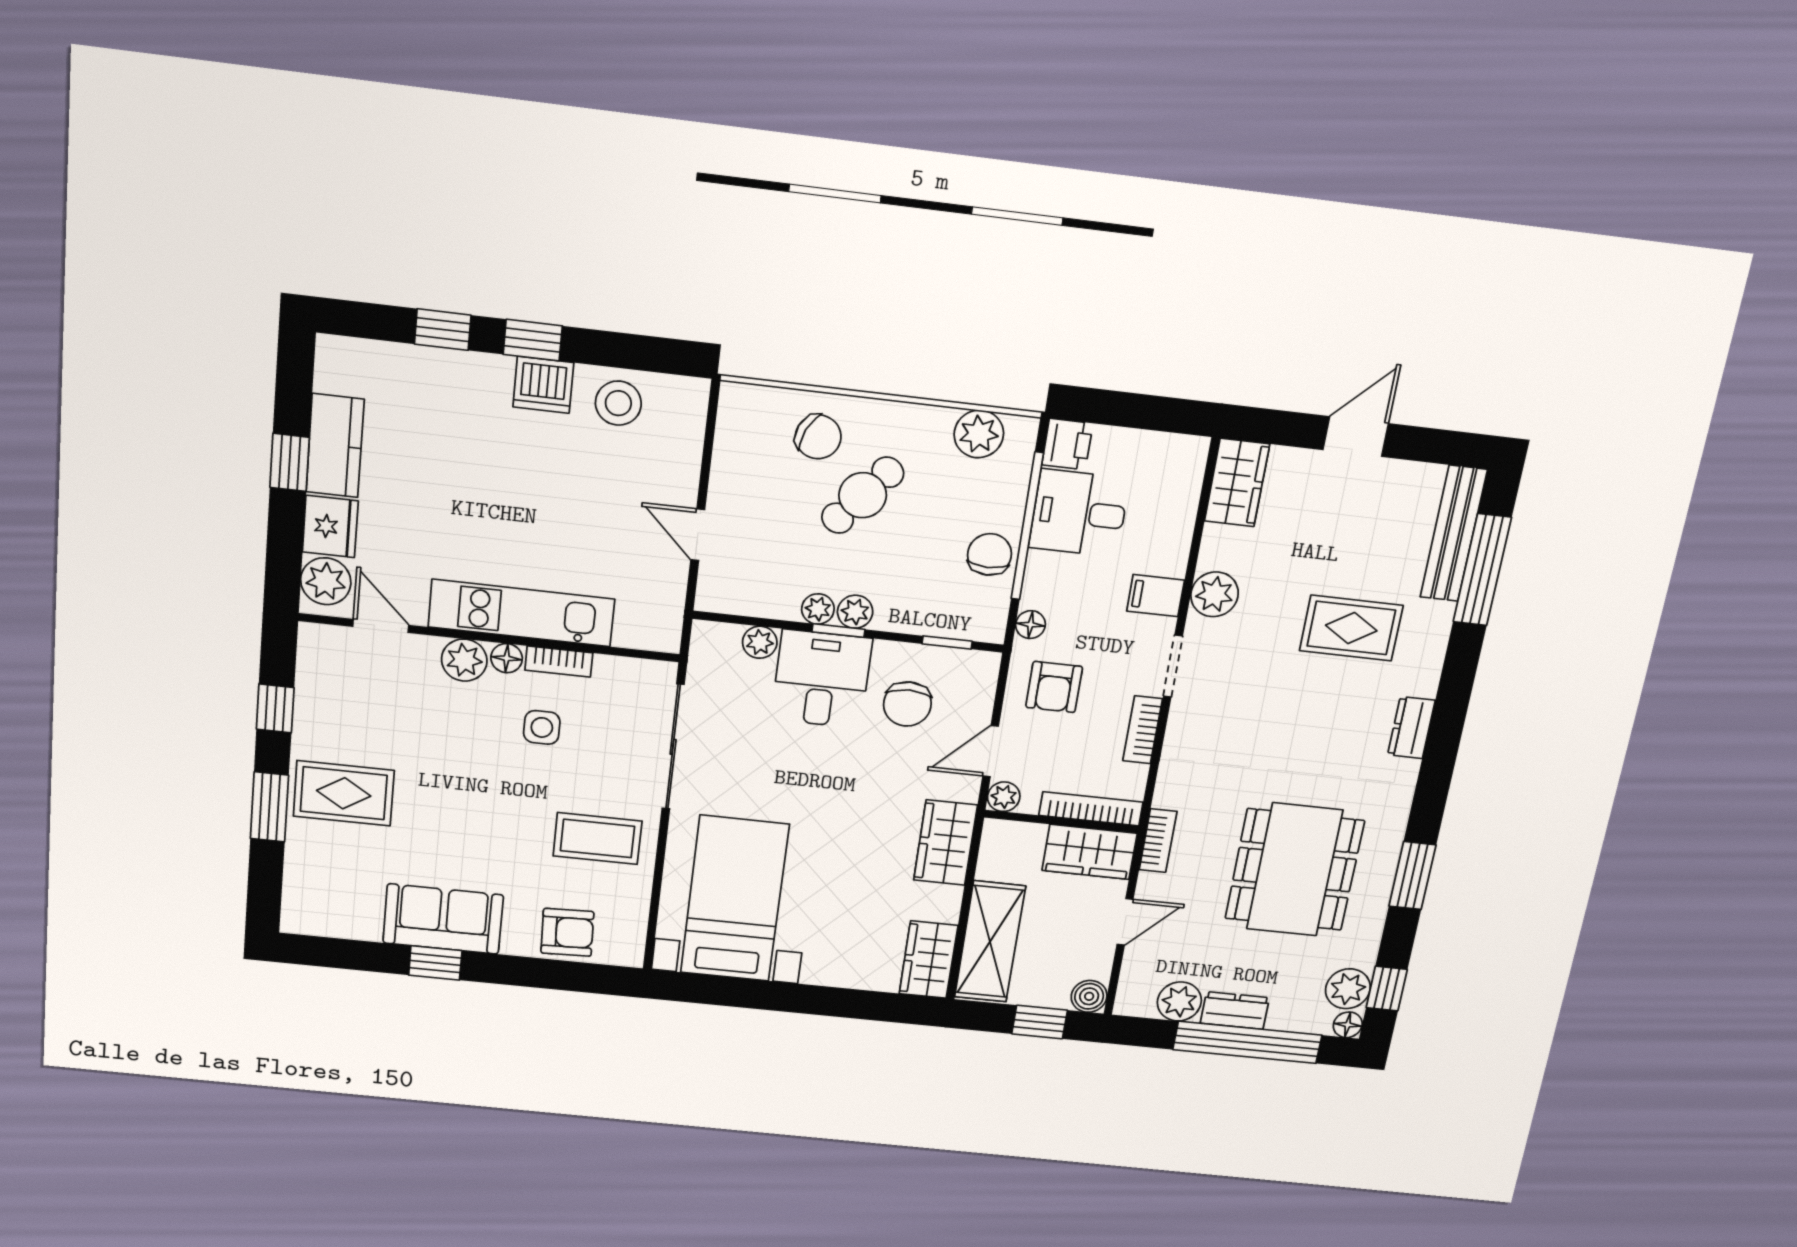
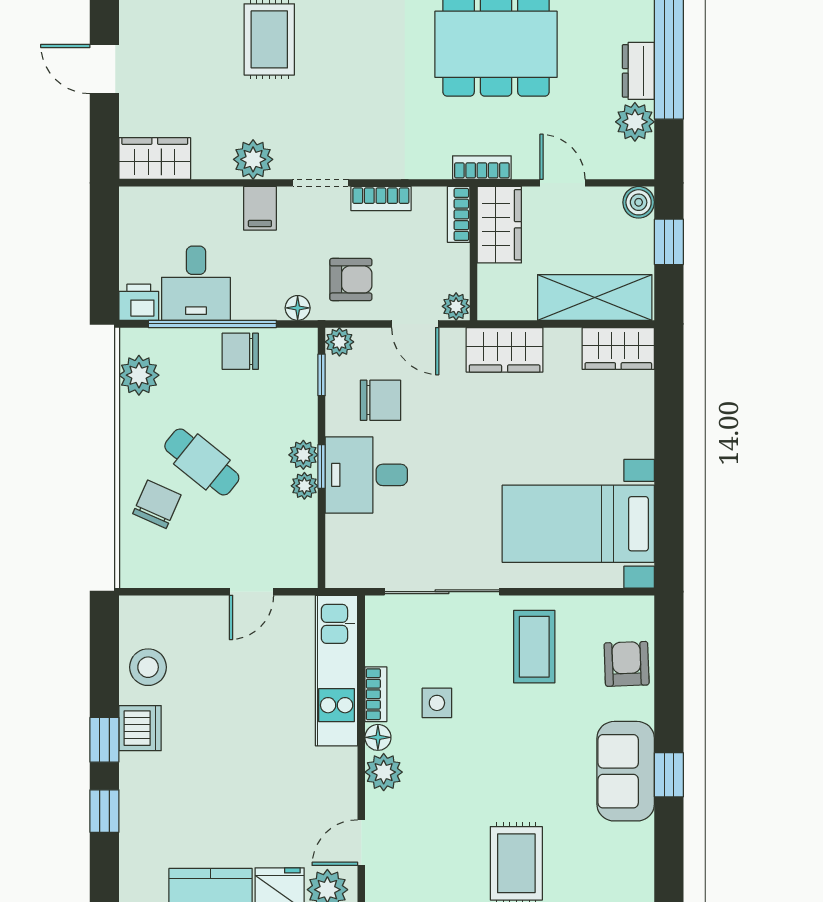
kitchen unit: (521, 613) -> (337, 671), moved
plant: (760, 642) -> (339, 342), moved
bookcase: (1091, 809) -> (459, 214), width x0.64

